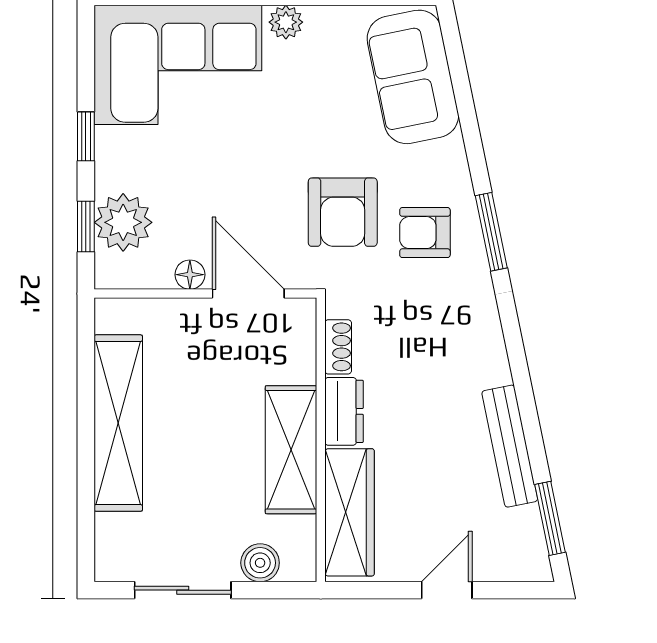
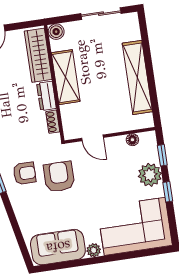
sofa: (413, 77) -> (58, 247), moved, turned -78
plant: (123, 222) -> (150, 175), moved
floor lamp: (190, 275) -> (132, 140), moved
door: (248, 294) -> (92, 138), width x0.73
boiler: (260, 563) -> (56, 32), moved

